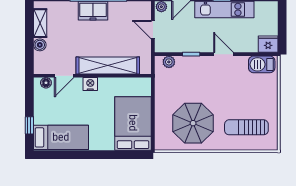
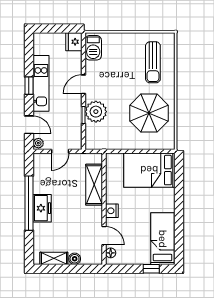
plant: (169, 62) -> (96, 112), moved, width x1.88, depth x1.88
shelving: (108, 65) -> (94, 185), width x0.68

